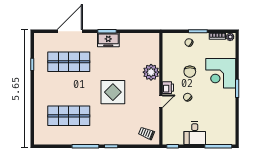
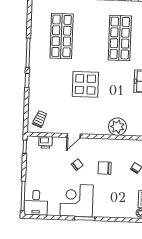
plant: (151, 72) -> (117, 127), moved
corner desk: (221, 73) -> (77, 200), moved
printer: (168, 88) -> (46, 142), moved
door: (161, 101) -> (74, 136), hinge flipped
desk: (195, 133) -> (36, 203), moved, turned -90

